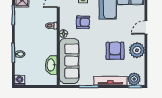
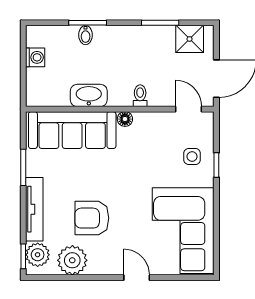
armchair: (83, 22) -> (147, 157), removed
plant: (137, 50) -> (72, 260), moved
armchair: (115, 51) -> (92, 218), turned 180
washbasin: (51, 65) -> (89, 95), moved
washing machine: (20, 80) -> (35, 57), moved

